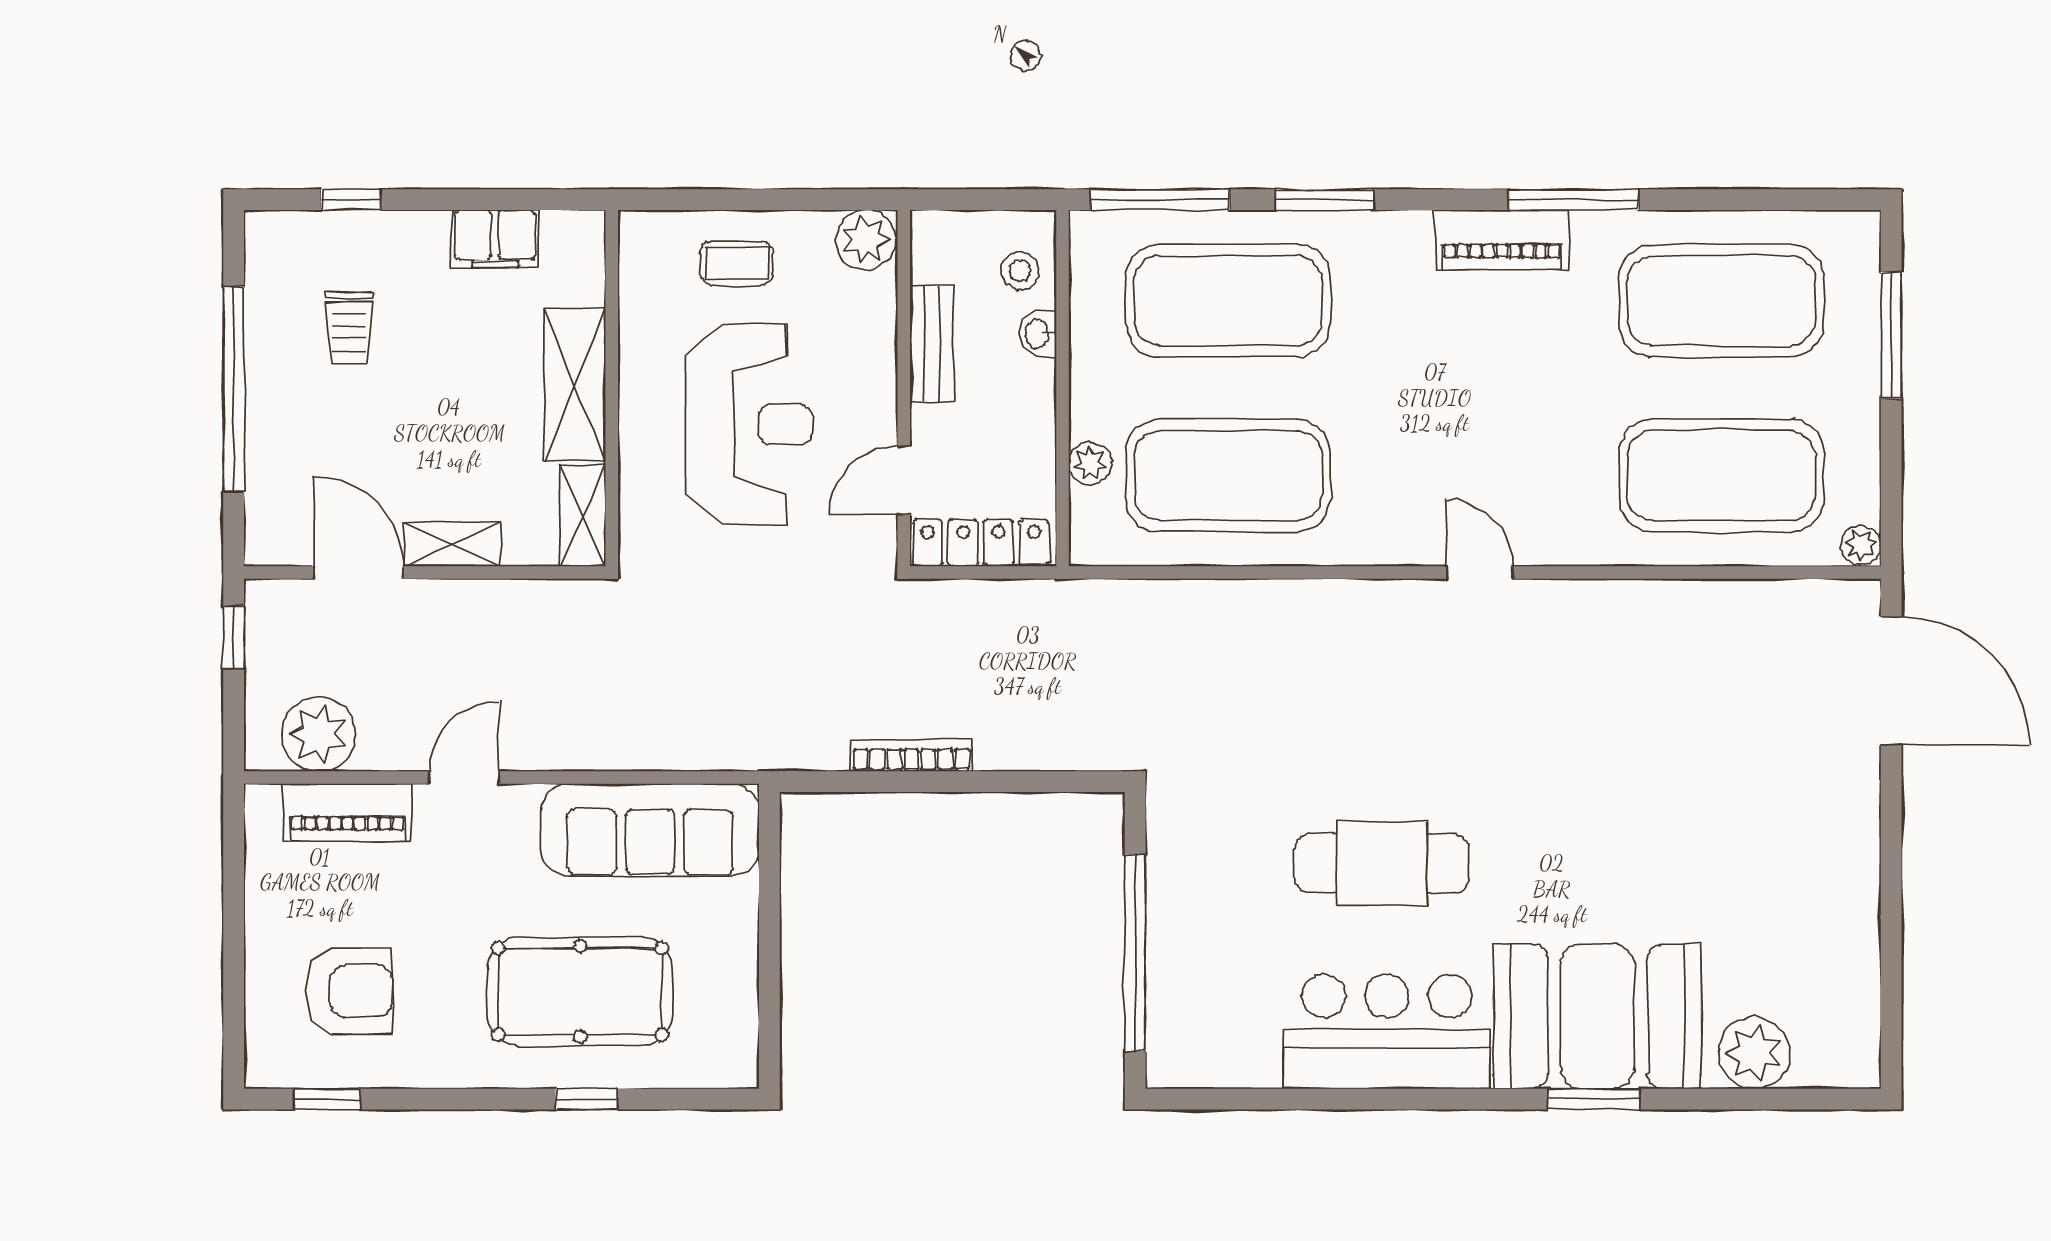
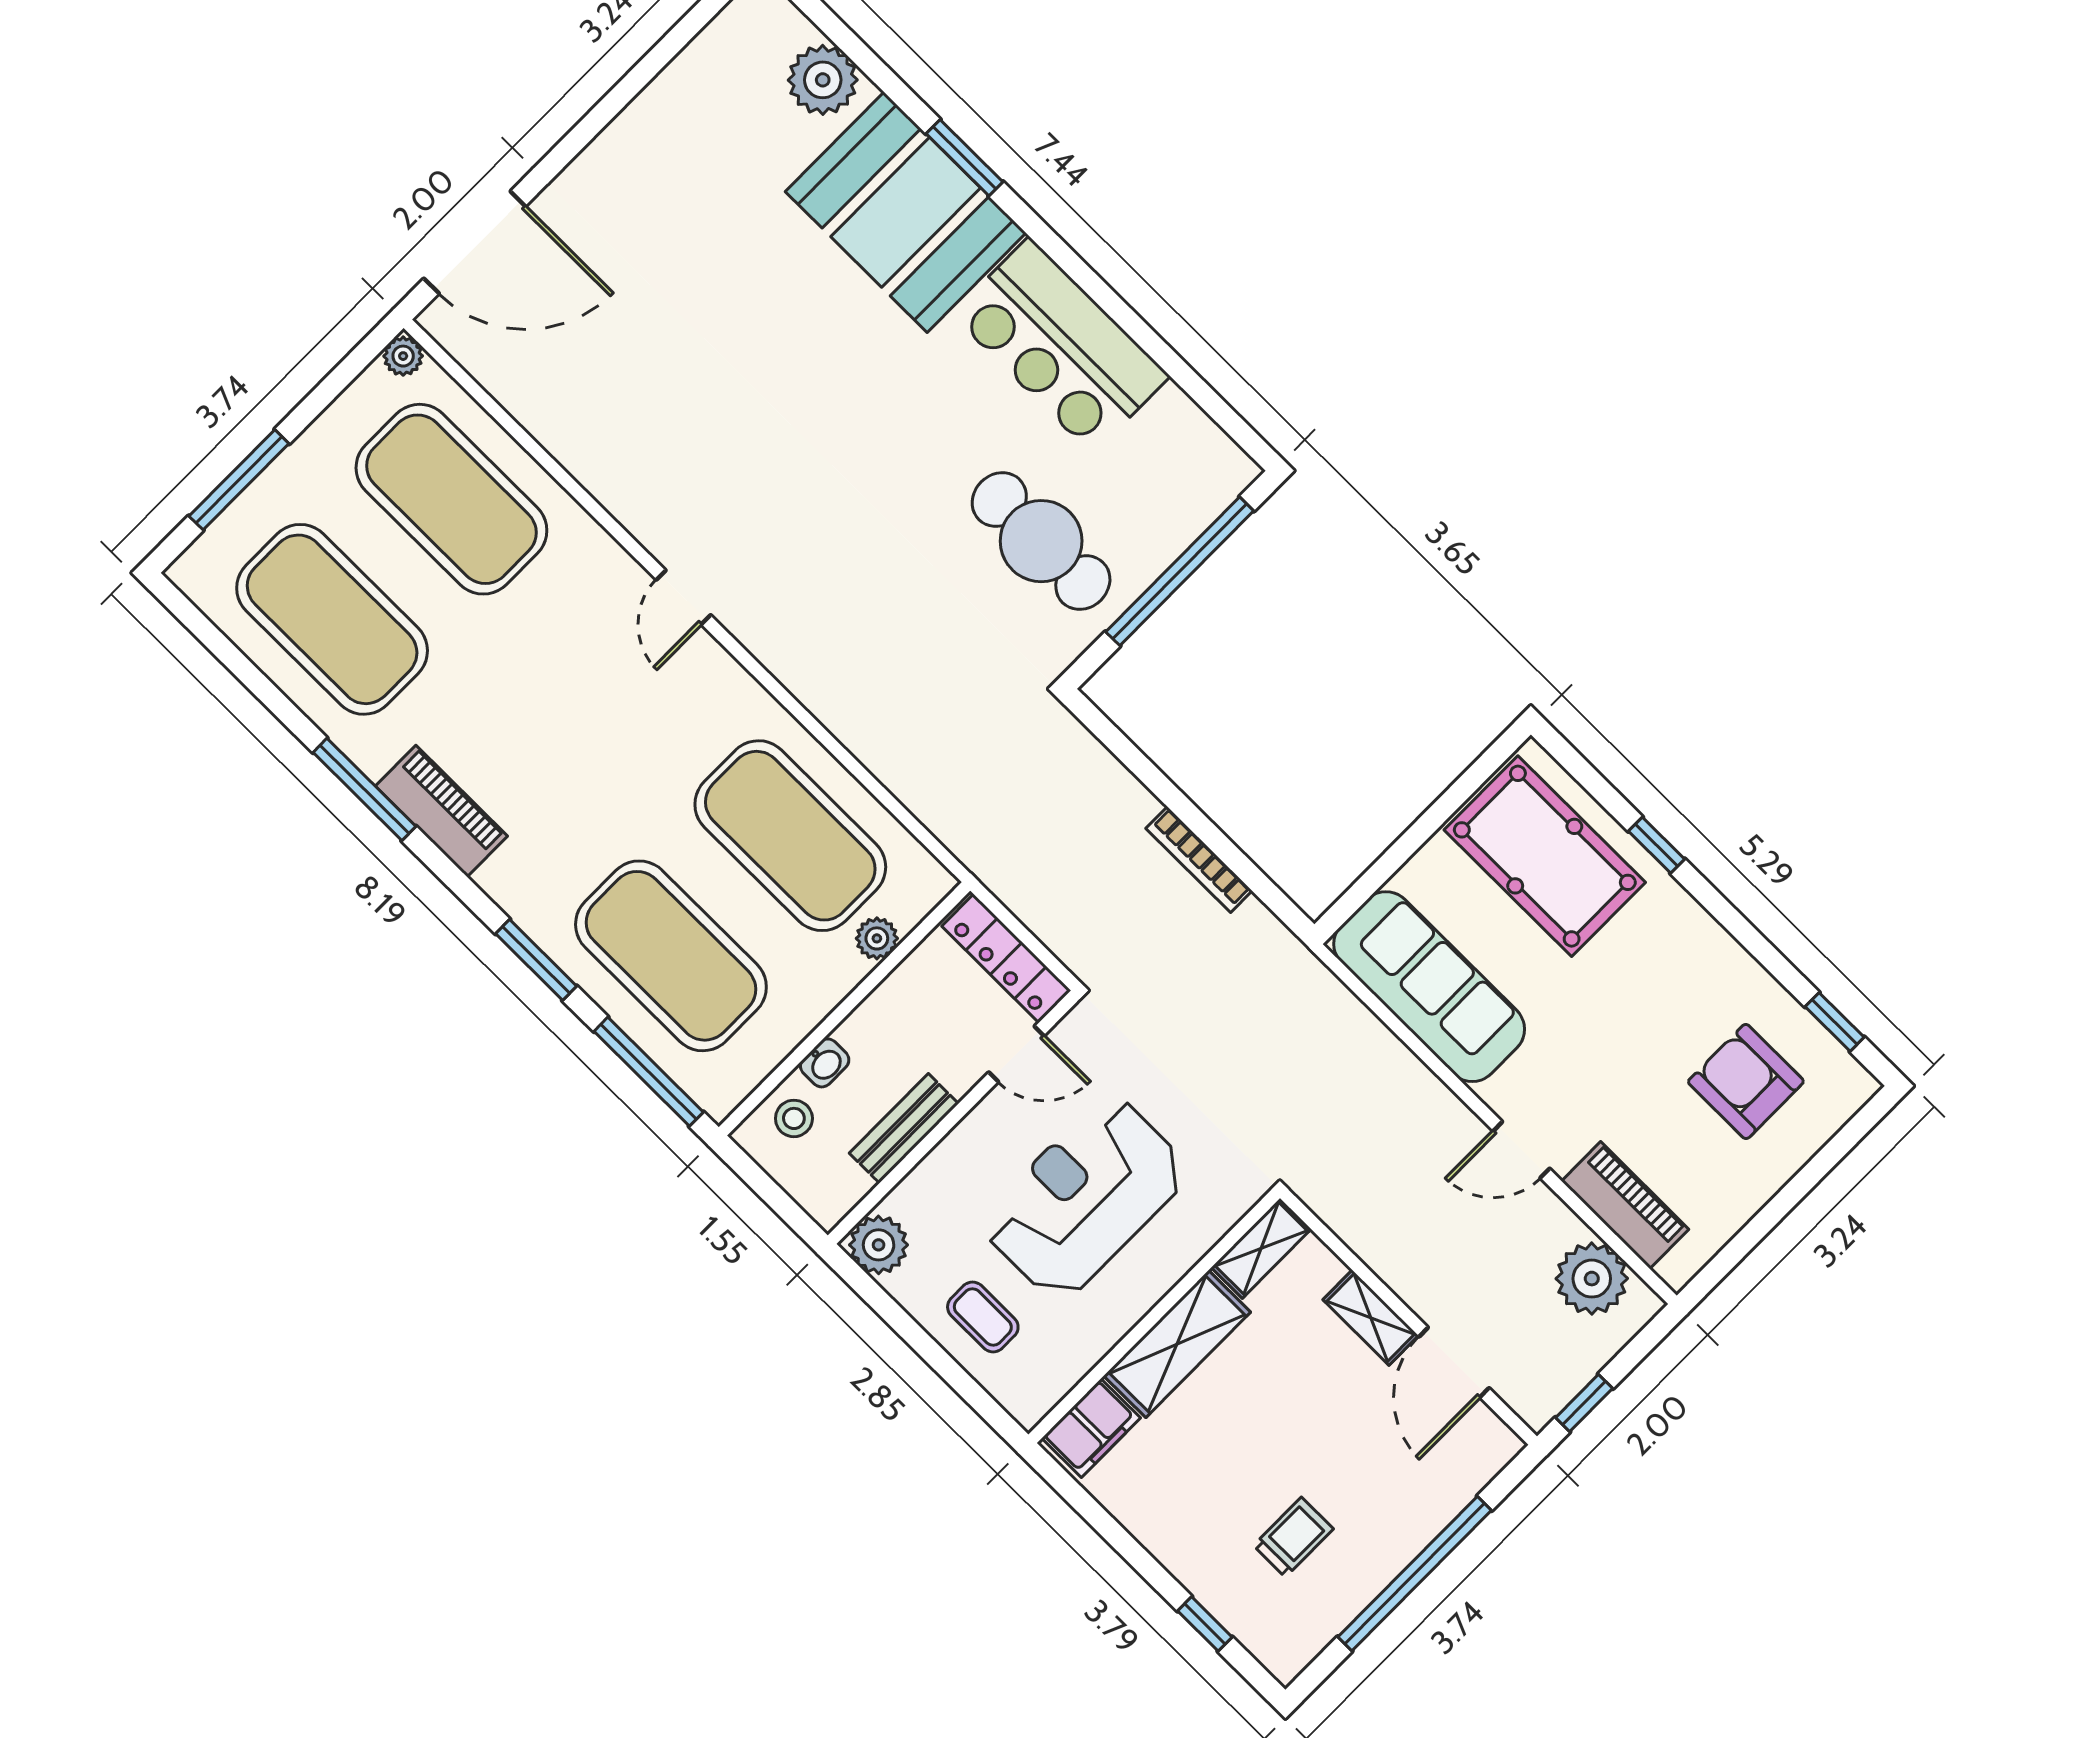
filing cabinet: (495, 239) -> (1091, 1428), moved, turned 90
door: (1891, 681) -> (475, 242), swing flipped
cafe table: (1382, 863) -> (1041, 541), moved
pool table: (580, 991) -> (1545, 856), moved

